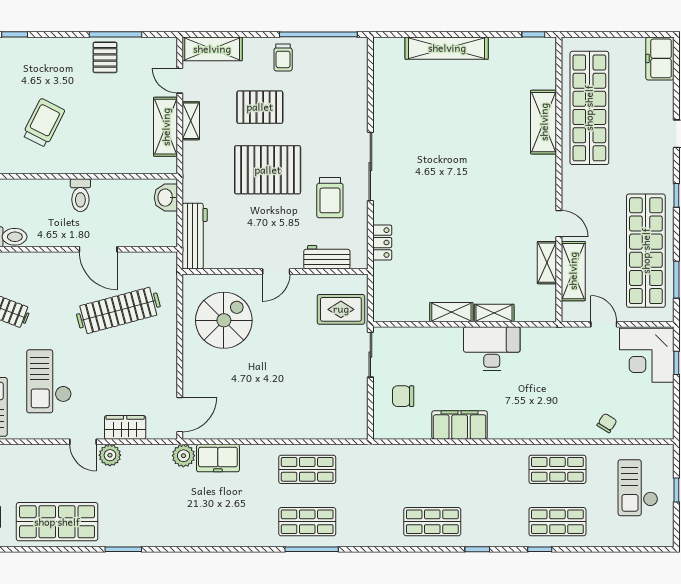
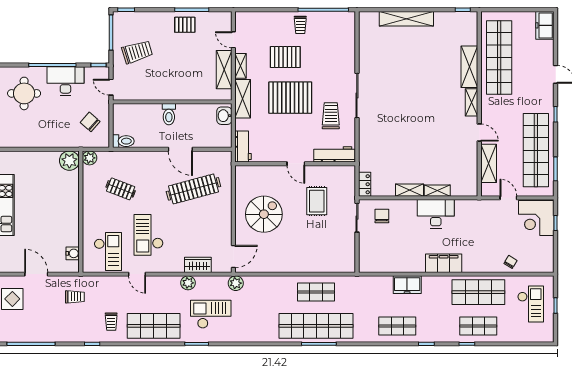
shelving: (212, 49) -> (243, 99), moved, turned 90
pallet: (105, 57) -> (185, 25), turned 90
trolley: (44, 123) -> (137, 52), moved, turned 46
trolley: (330, 198) -> (331, 116), turned 180
workbench: (195, 236) -> (243, 147), width x0.73
locker: (382, 243) -> (365, 184), moved
workbench: (327, 257) -> (334, 154), width x1.38
shelving: (547, 263) -> (472, 102), moved
door: (276, 272) -> (296, 164), hinge flipped
rug: (341, 309) -> (317, 201), moved, turned 90
spiral stairs: (224, 320) -> (264, 214), moved
chair: (403, 396) -> (382, 216), moved, turned 90
filing cabinet: (460, 425) -> (444, 263), moved
door: (83, 442) -> (137, 274), moved
freezer: (218, 458) -> (407, 285), moved
shop shelf: (557, 469) -> (478, 292), width x1.43, depth x1.36
checkout: (638, 488) -> (531, 304), turned 180
checkout: (145, 504) -> (211, 314), added
shop shelf: (307, 522) -> (316, 326), width x2.00, depth x1.36

